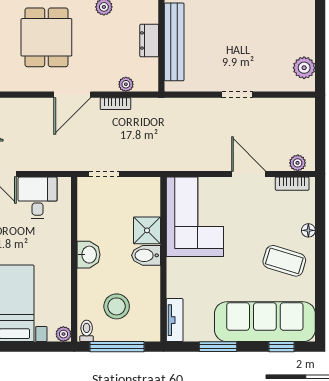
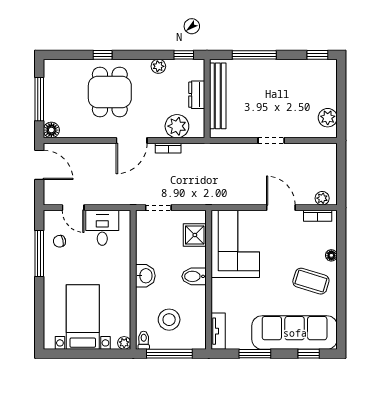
plant: (126, 84) -> (177, 126), width x1.88, depth x1.88
shower: (147, 230) -> (195, 235), moved

